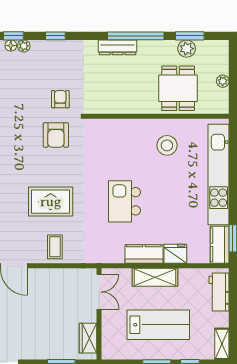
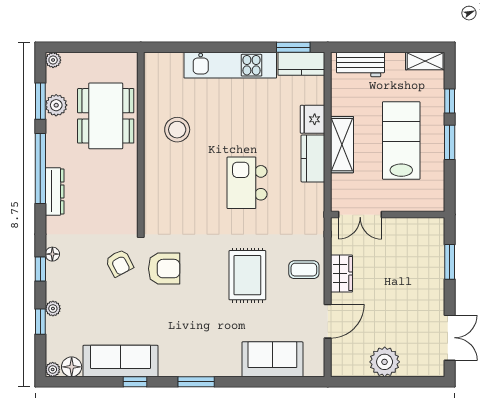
floor lamp: (11, 46) -> (52, 254), moved
plant: (223, 81) -> (53, 60), moved
dining table: (178, 88) -> (106, 116), width x1.38
armchair: (60, 99) -> (119, 263), turned -118
kitchen unit: (219, 174) -> (230, 65), width x0.73
kitchen island: (124, 201) -> (247, 183), turned 90
double door: (99, 292) -> (360, 215), swing flipped
wardrobe: (88, 338) -> (341, 273), moved, turned -90

